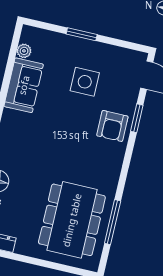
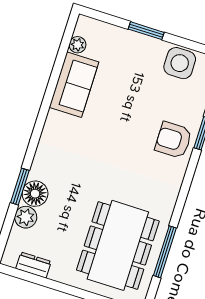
side table: (85, 82) -> (180, 63), moved
armchair: (112, 126) -> (173, 140), turned 90

